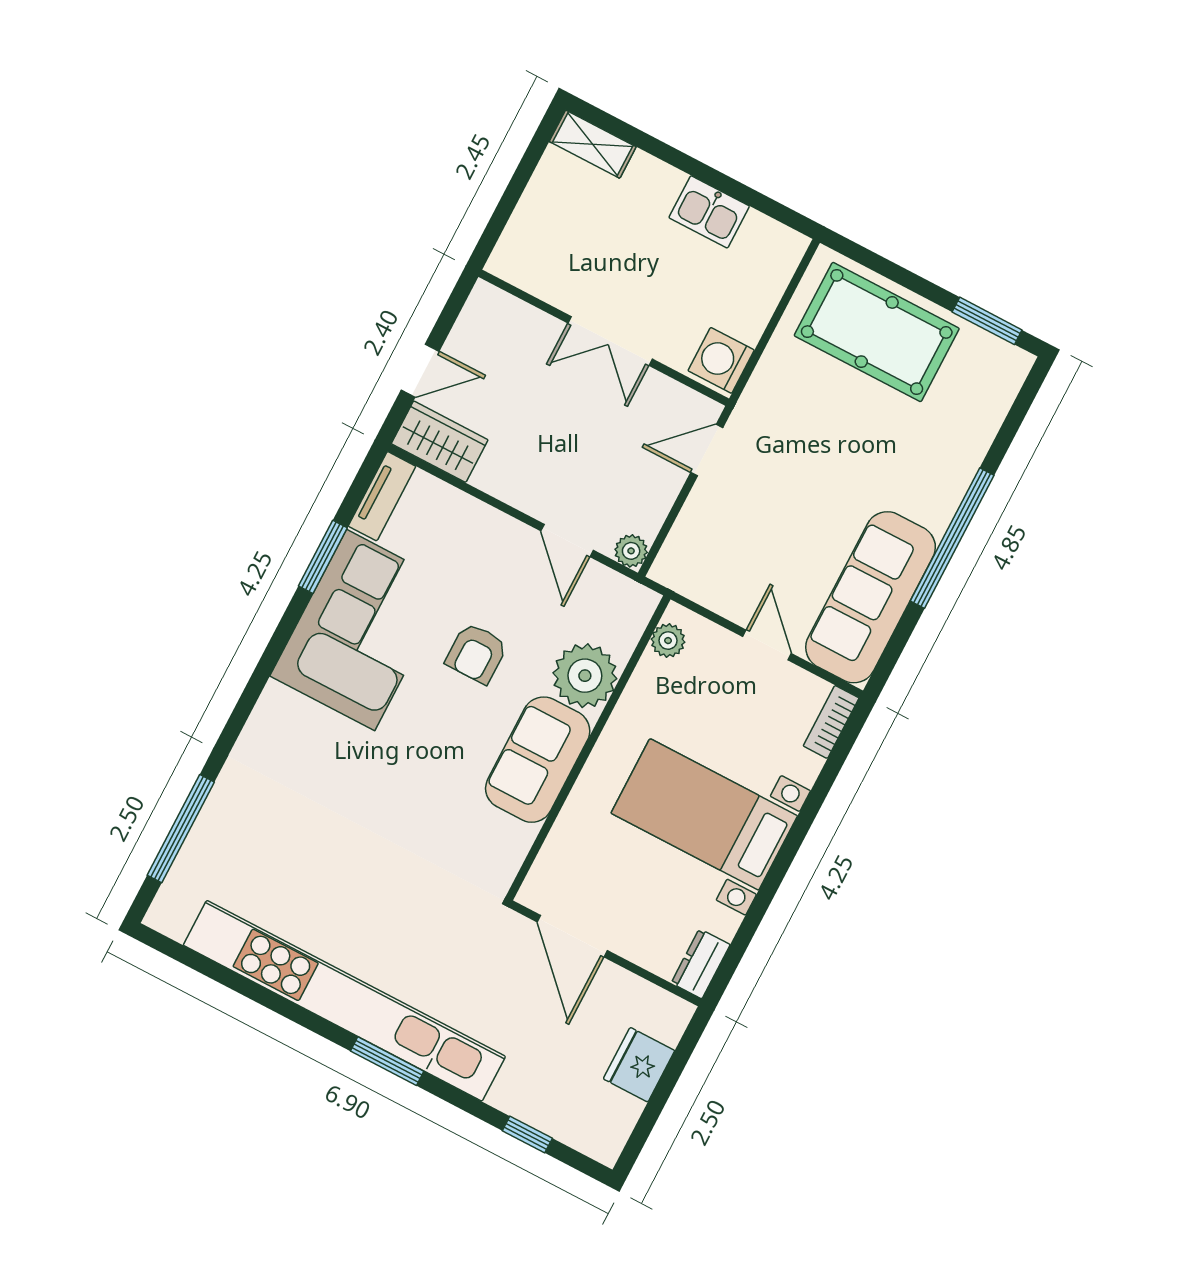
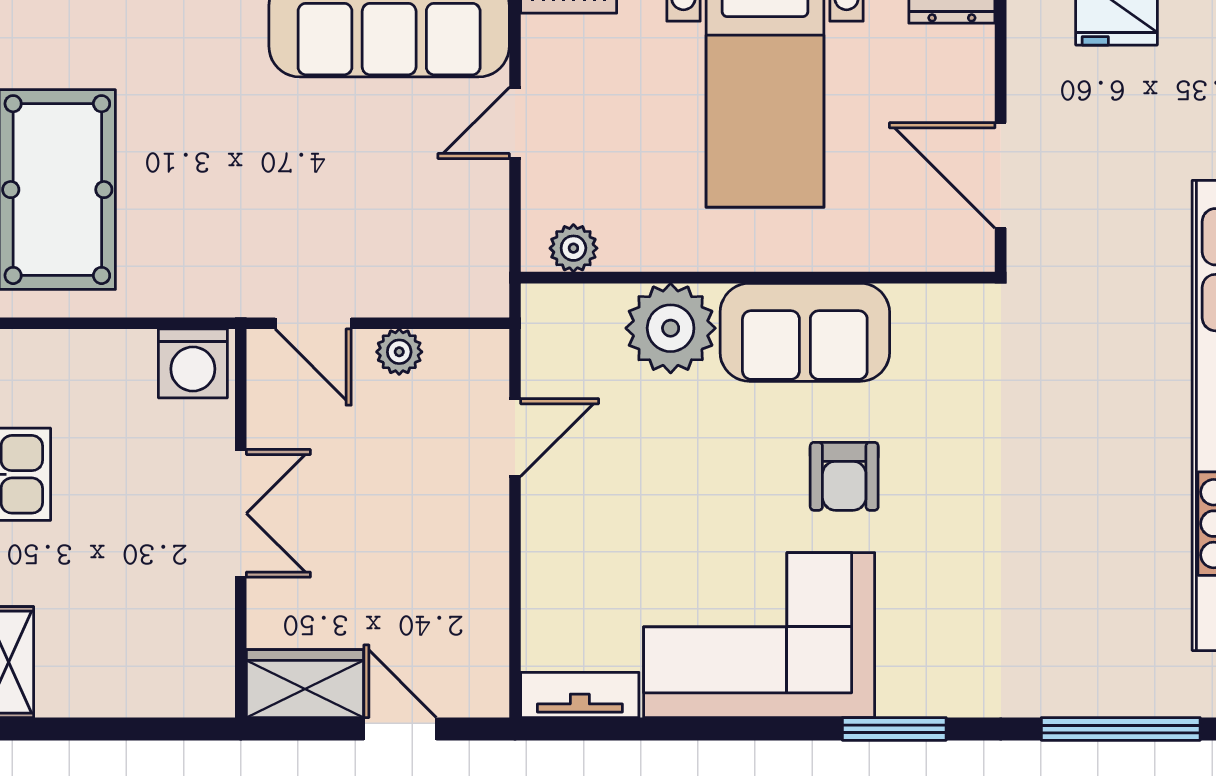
wardrobe: (440, 442) -> (305, 684), moved, turned 90
plant: (631, 551) -> (399, 352), moved
window: (323, 557) -> (894, 729), moved
armchair: (476, 653) -> (844, 476), moved, turned 90
door: (572, 936) -> (1001, 175), swing flipped

